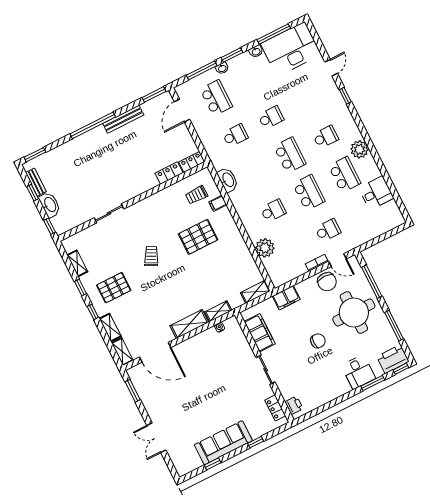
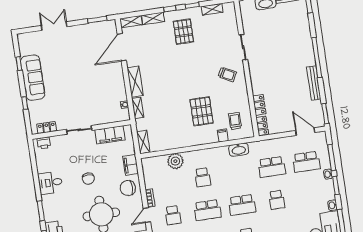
school desk: (235, 135) -> (272, 167), width x1.85
trolley: (151, 256) -> (227, 74), moved
chair: (327, 282) -> (128, 188), moved
desk: (358, 372) -> (50, 183), moved

